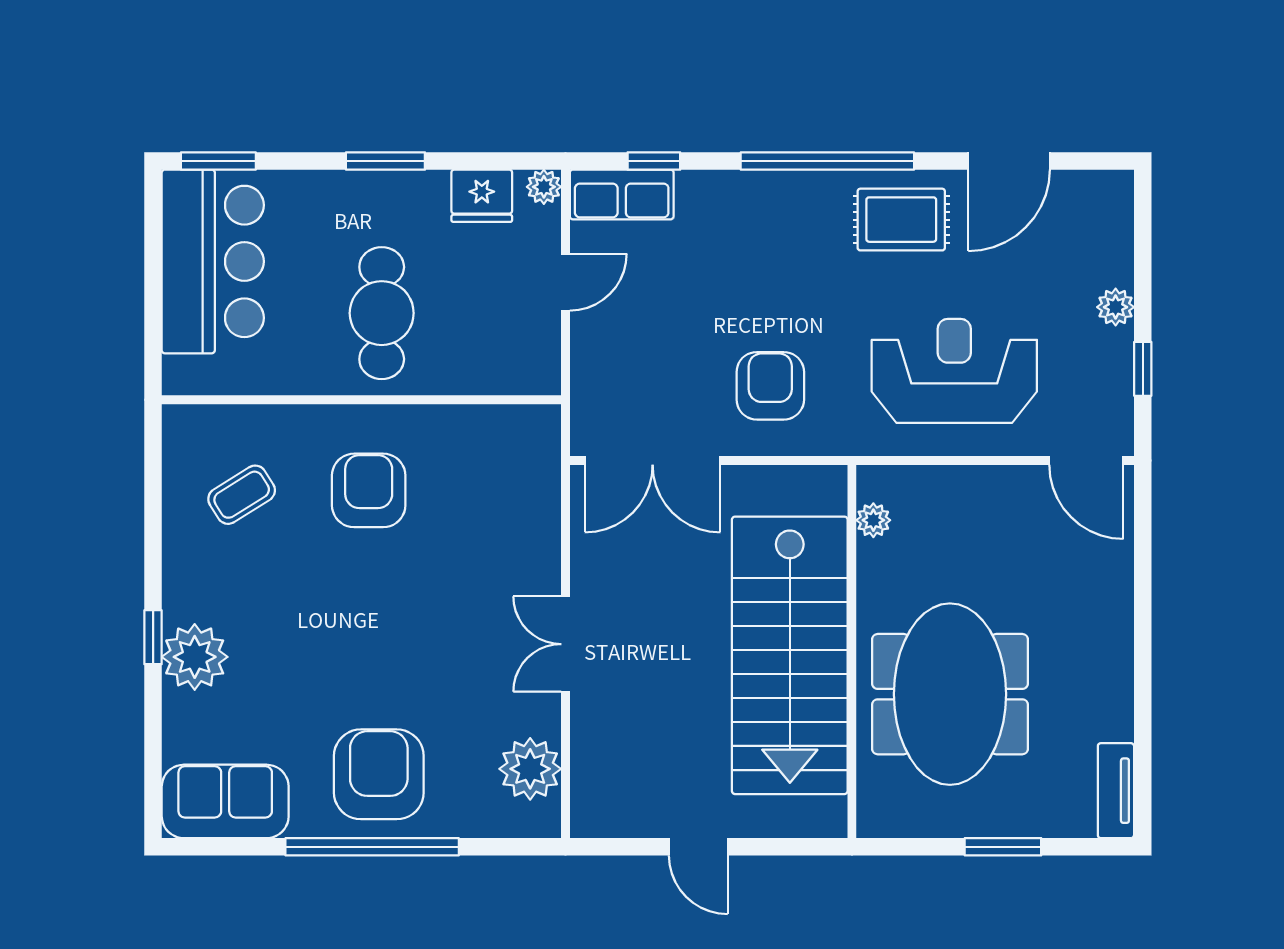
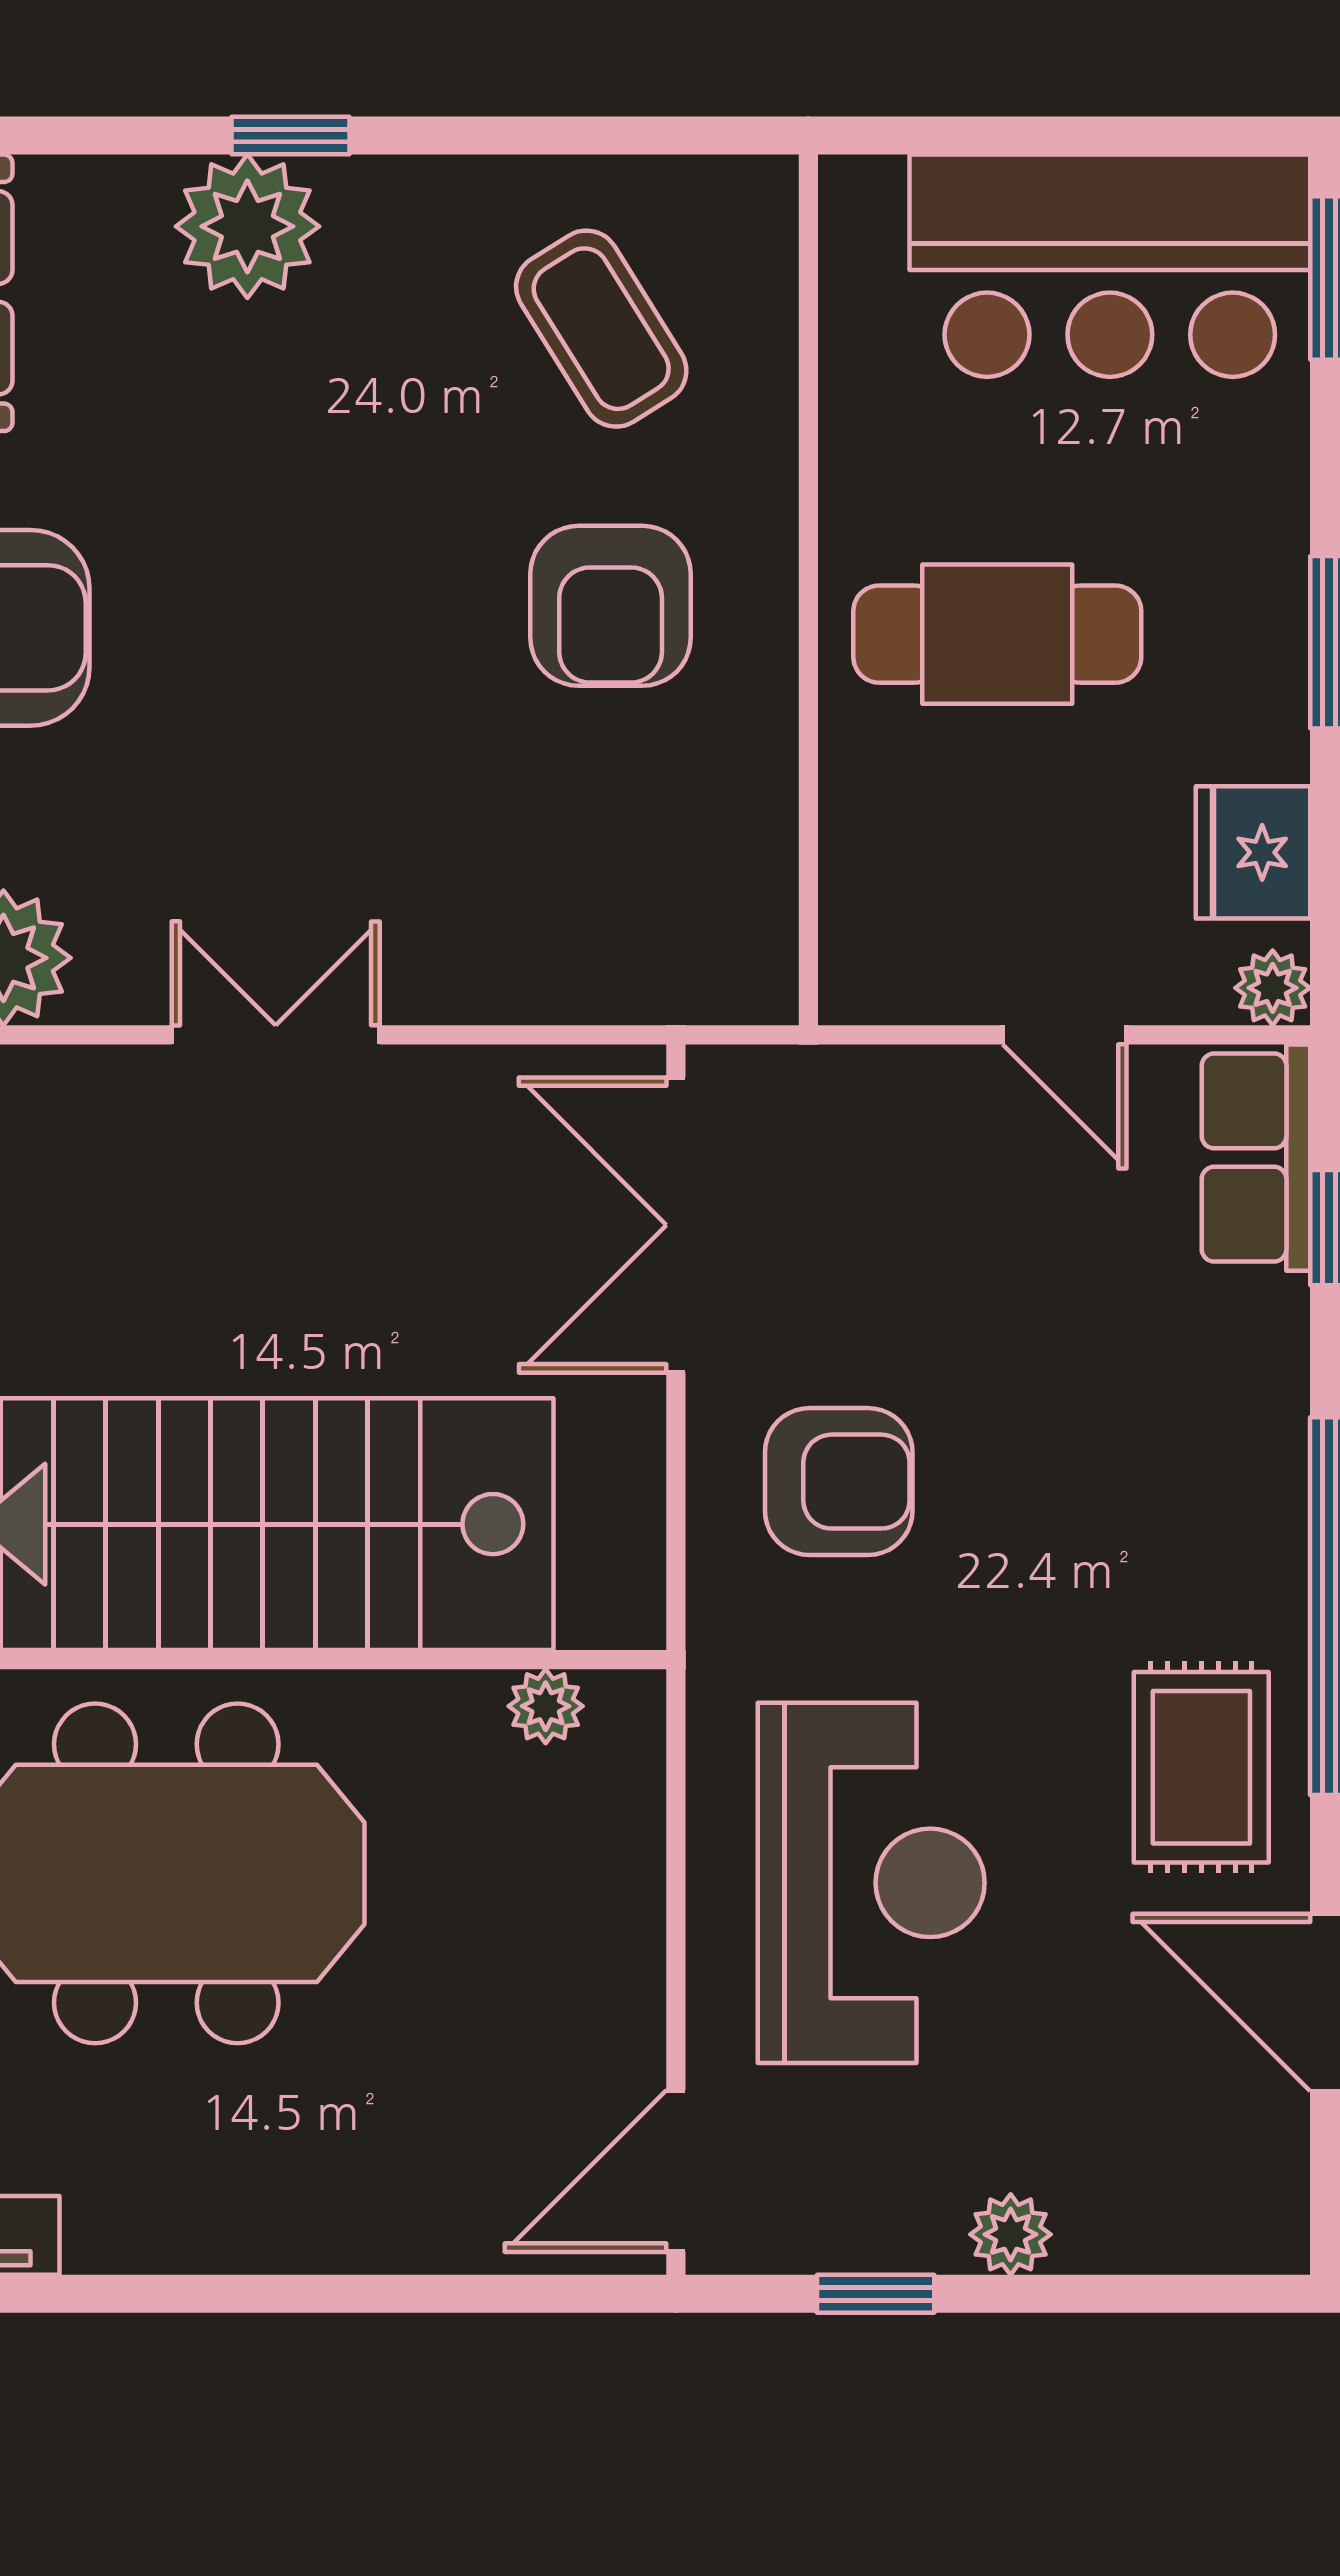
armchair: (369, 490) -> (611, 606), turned 90
coffee table: (242, 495) -> (601, 329), width x1.36, depth x1.30

